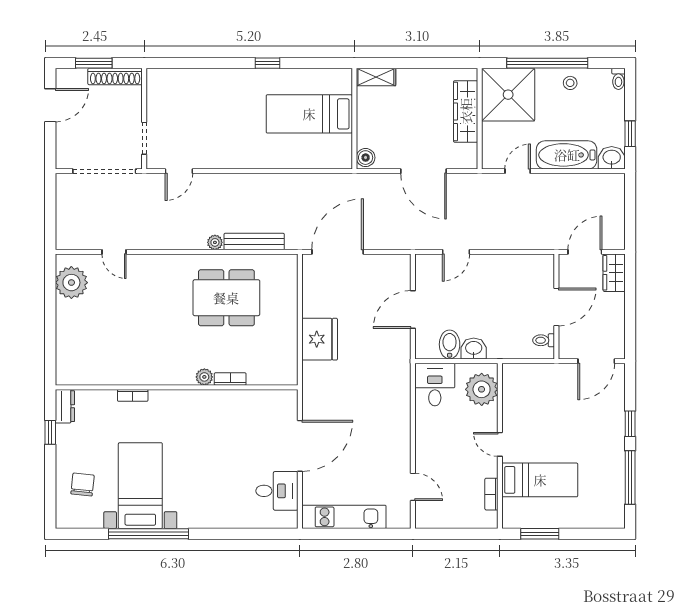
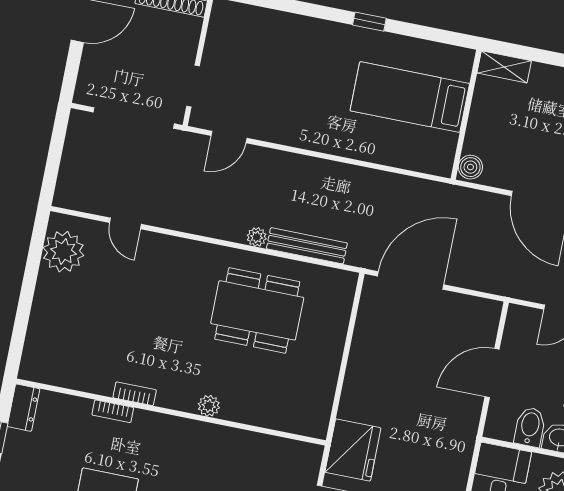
fridge: (320, 339) -> (353, 450), moved
bookcase: (230, 379) -> (135, 394), moved

